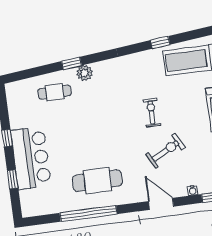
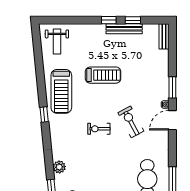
plant: (85, 73) -> (59, 167), moved
door: (161, 204) -> (172, 120), moved

